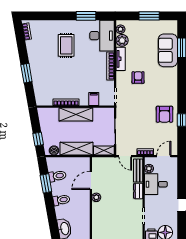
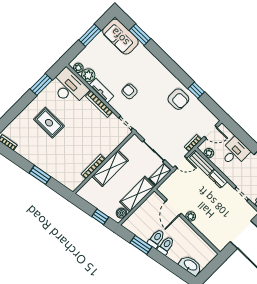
sofa: (168, 50) -> (120, 37), moved
filing cabinet: (94, 99) -> (112, 142), removed
door: (164, 156) -> (211, 132), swing flipped
toilet: (57, 176) -> (156, 239), moved
desk: (156, 184) -> (235, 152), moved, turned 180

